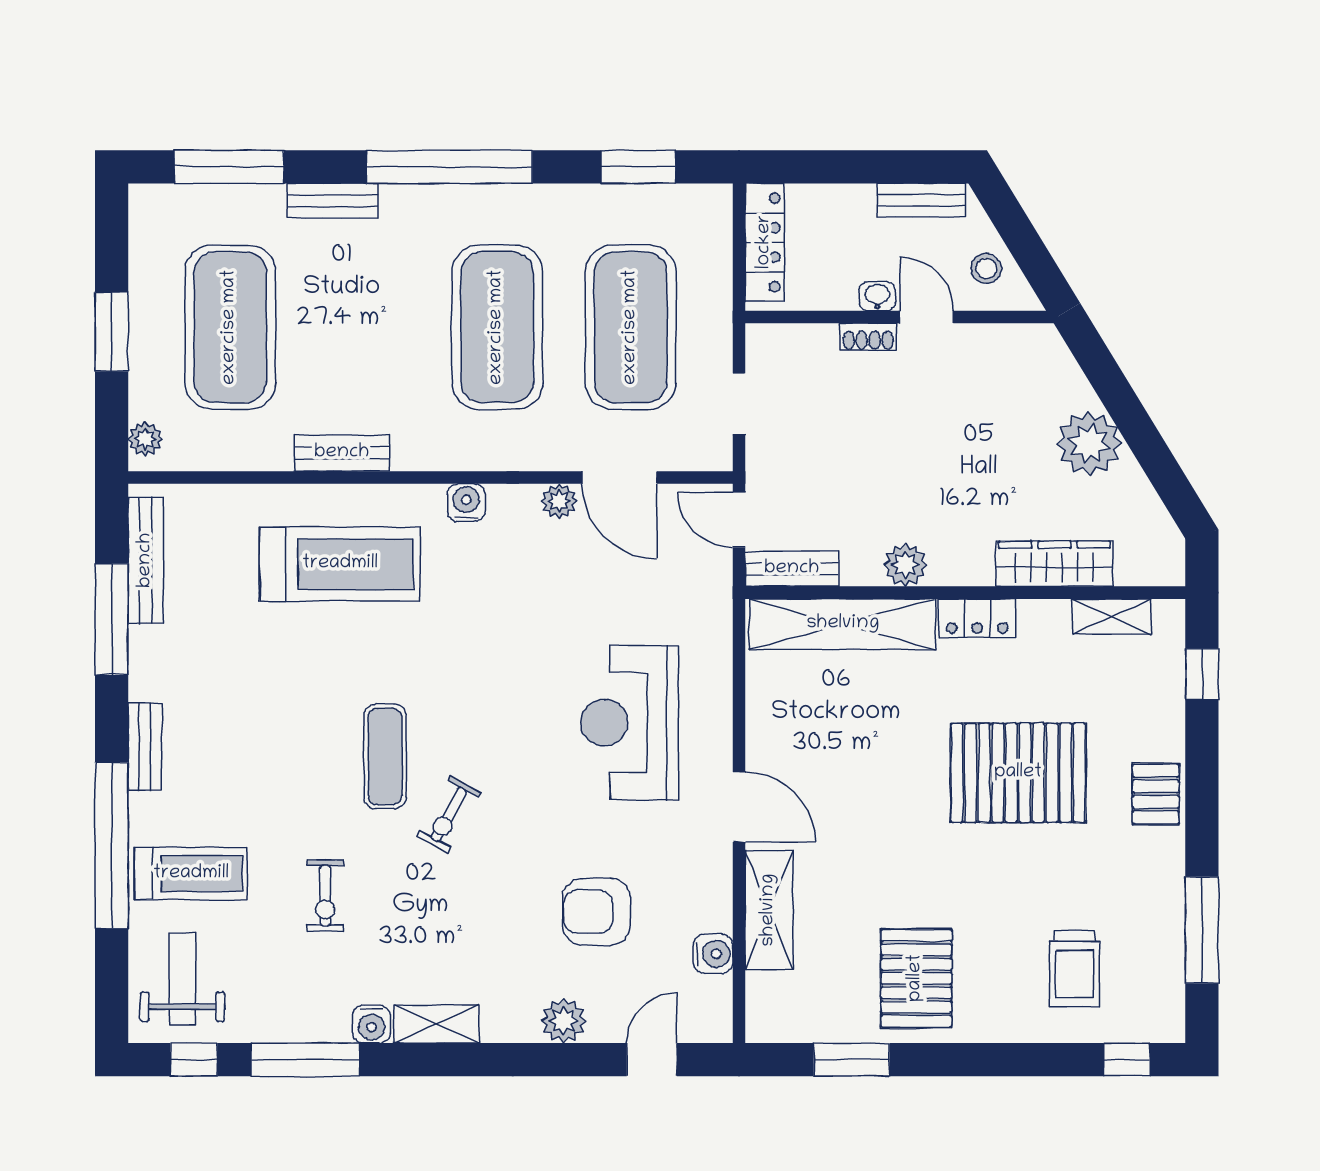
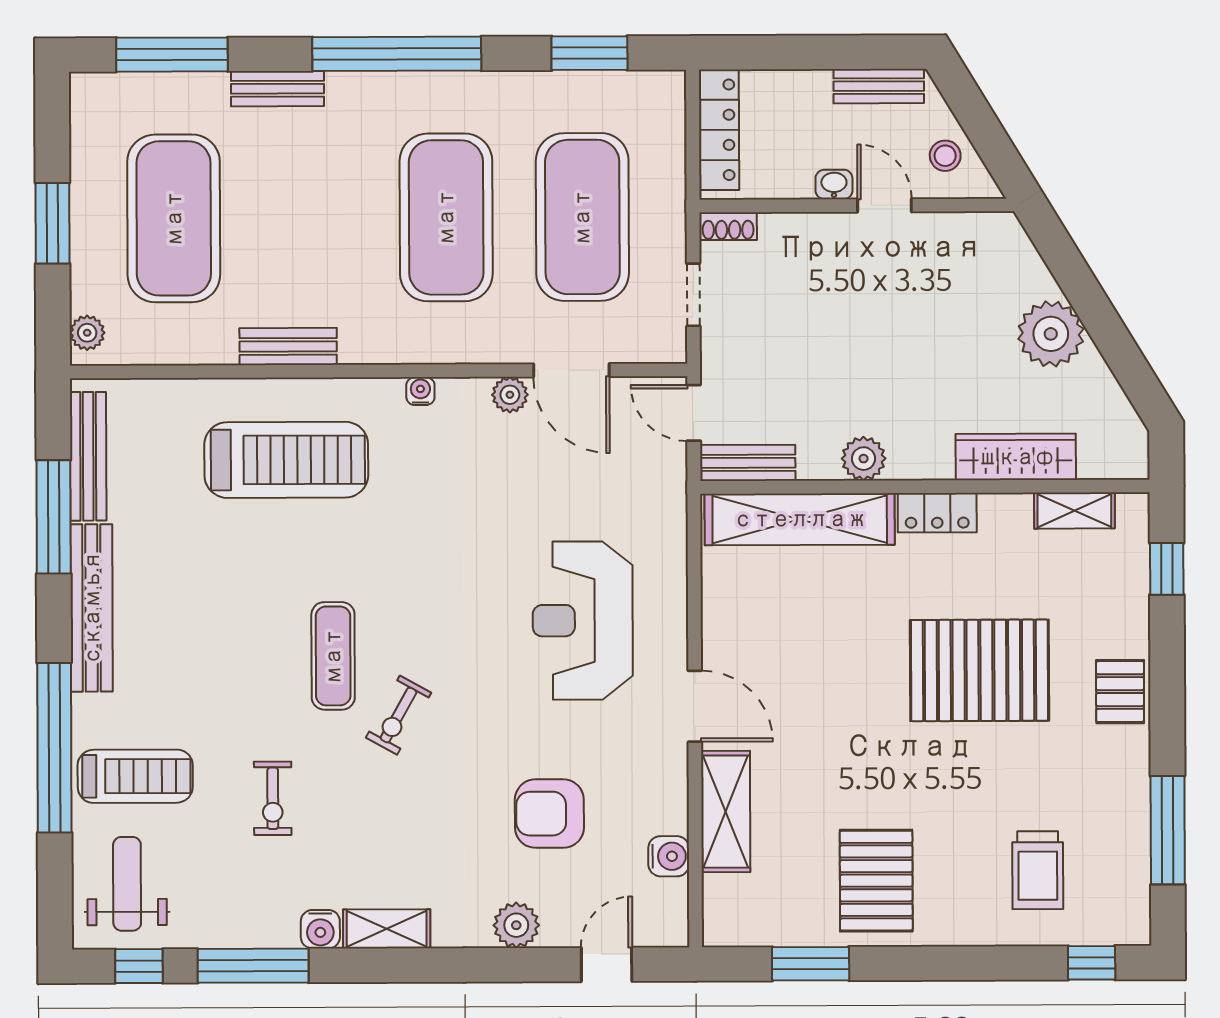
shoe rack: (868, 337) -> (728, 226), moved
water cooler: (466, 503) -> (420, 391), width x0.72, depth x0.72
bench: (145, 747) -> (92, 608), width x1.86, depth x1.21

